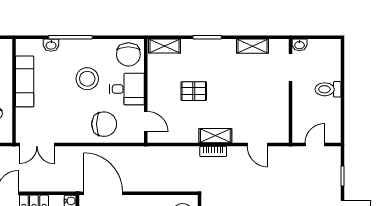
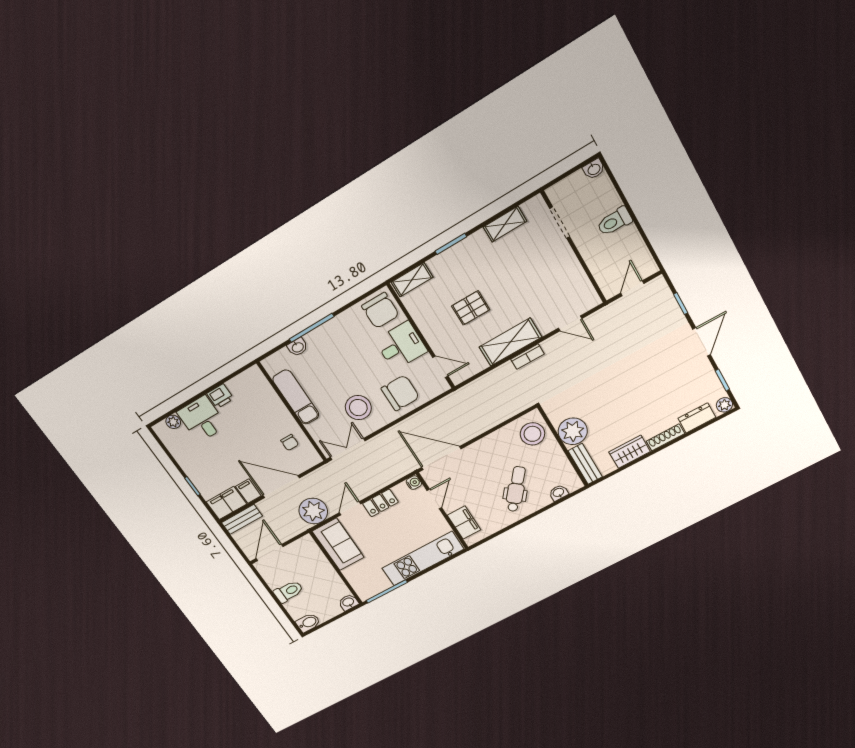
washbasin: (300, 45) -> (594, 169), moved
stool: (87, 79) -> (358, 408), moved
shelving: (215, 136) -> (510, 342), width x1.50, depth x1.33
double door: (37, 145) -> (348, 449), swing flipped

